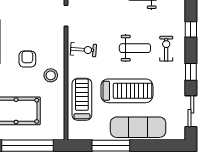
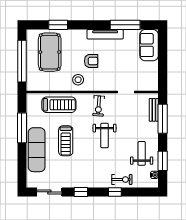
weight bench: (135, 48) -> (105, 135), moved
exercise bike: (166, 49) -> (122, 179), moved
treadmill: (127, 91) -> (66, 141), width x0.73, depth x0.73

